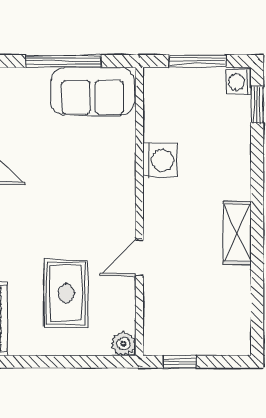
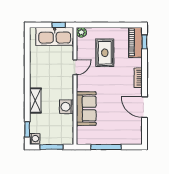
sofa: (93, 91) -> (86, 109), moved, turned 90
shelving: (237, 233) -> (35, 100), moved
kitchen sink: (189, 334) -> (55, 36), added

